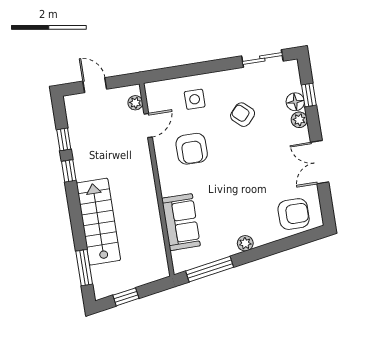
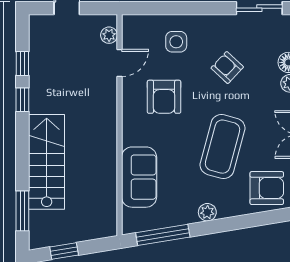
coffee table: (249, 184) -> (223, 147), added

